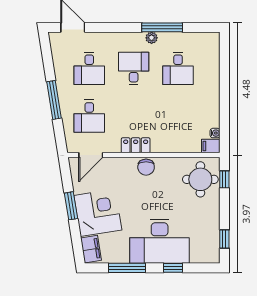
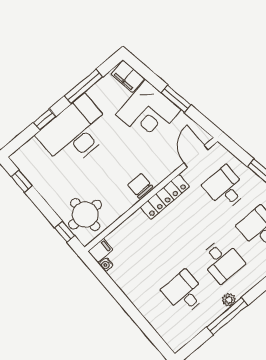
locker: (136, 145) -> (165, 197), width x1.53

